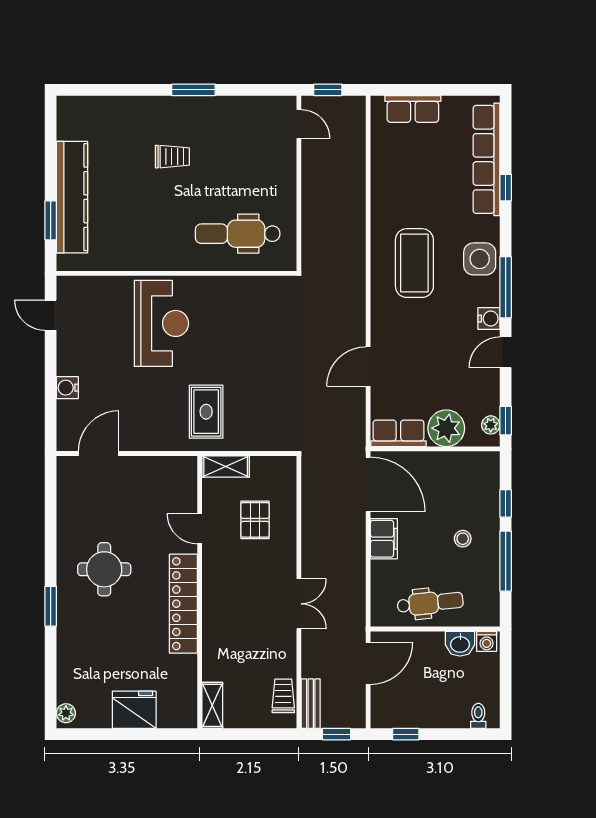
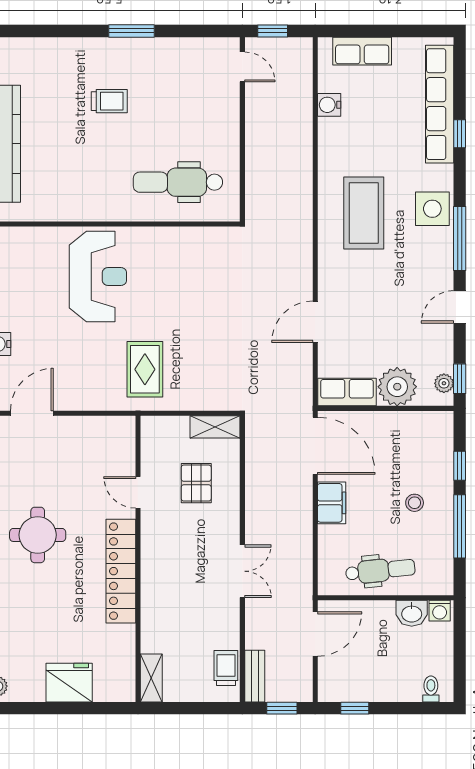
water cooler: (489, 319) -> (329, 105), moved, turned 180
shelving: (226, 466) -> (215, 427), moved

